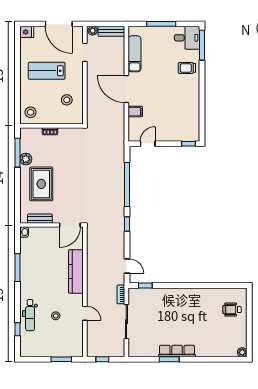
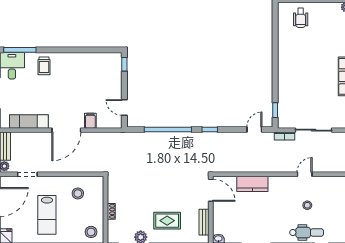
rug: (41, 184) -> (167, 221), width x0.73, depth x0.70
kitchen counter: (76, 271) -> (252, 184), width x0.67

